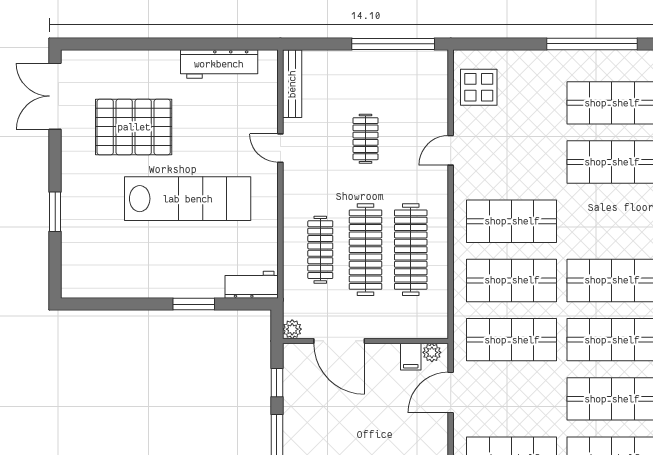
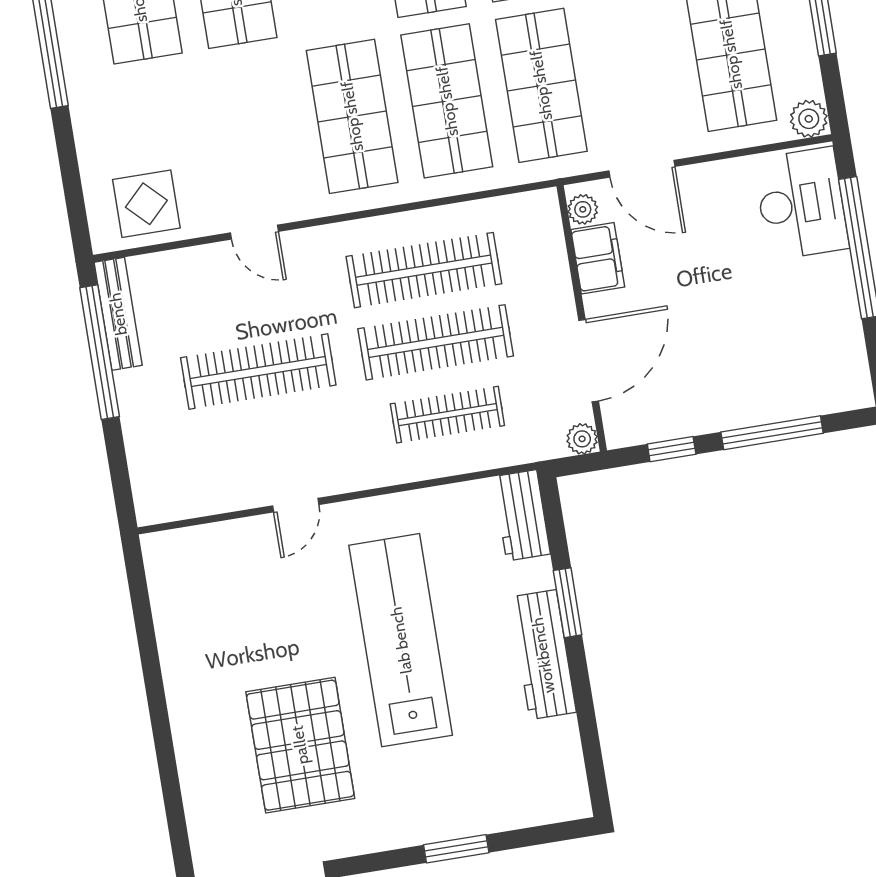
workbench: (219, 64) -> (543, 655), moved, turned 180
bench: (292, 84) -> (118, 314), moved, turned 90
clothes rail: (366, 139) -> (258, 371), width x1.86, depth x1.31
filing cabinet: (411, 357) -> (598, 258), width x2.00

